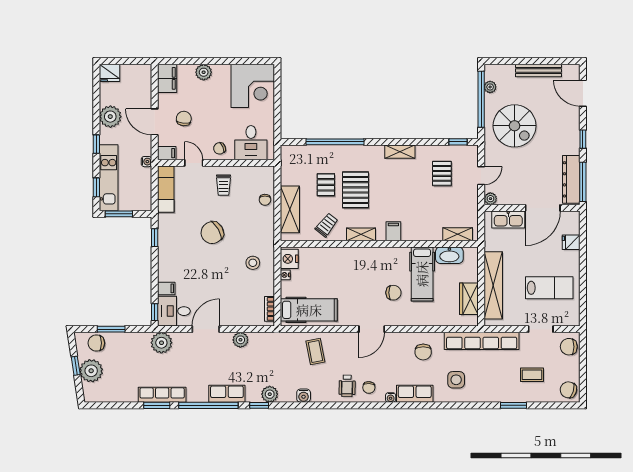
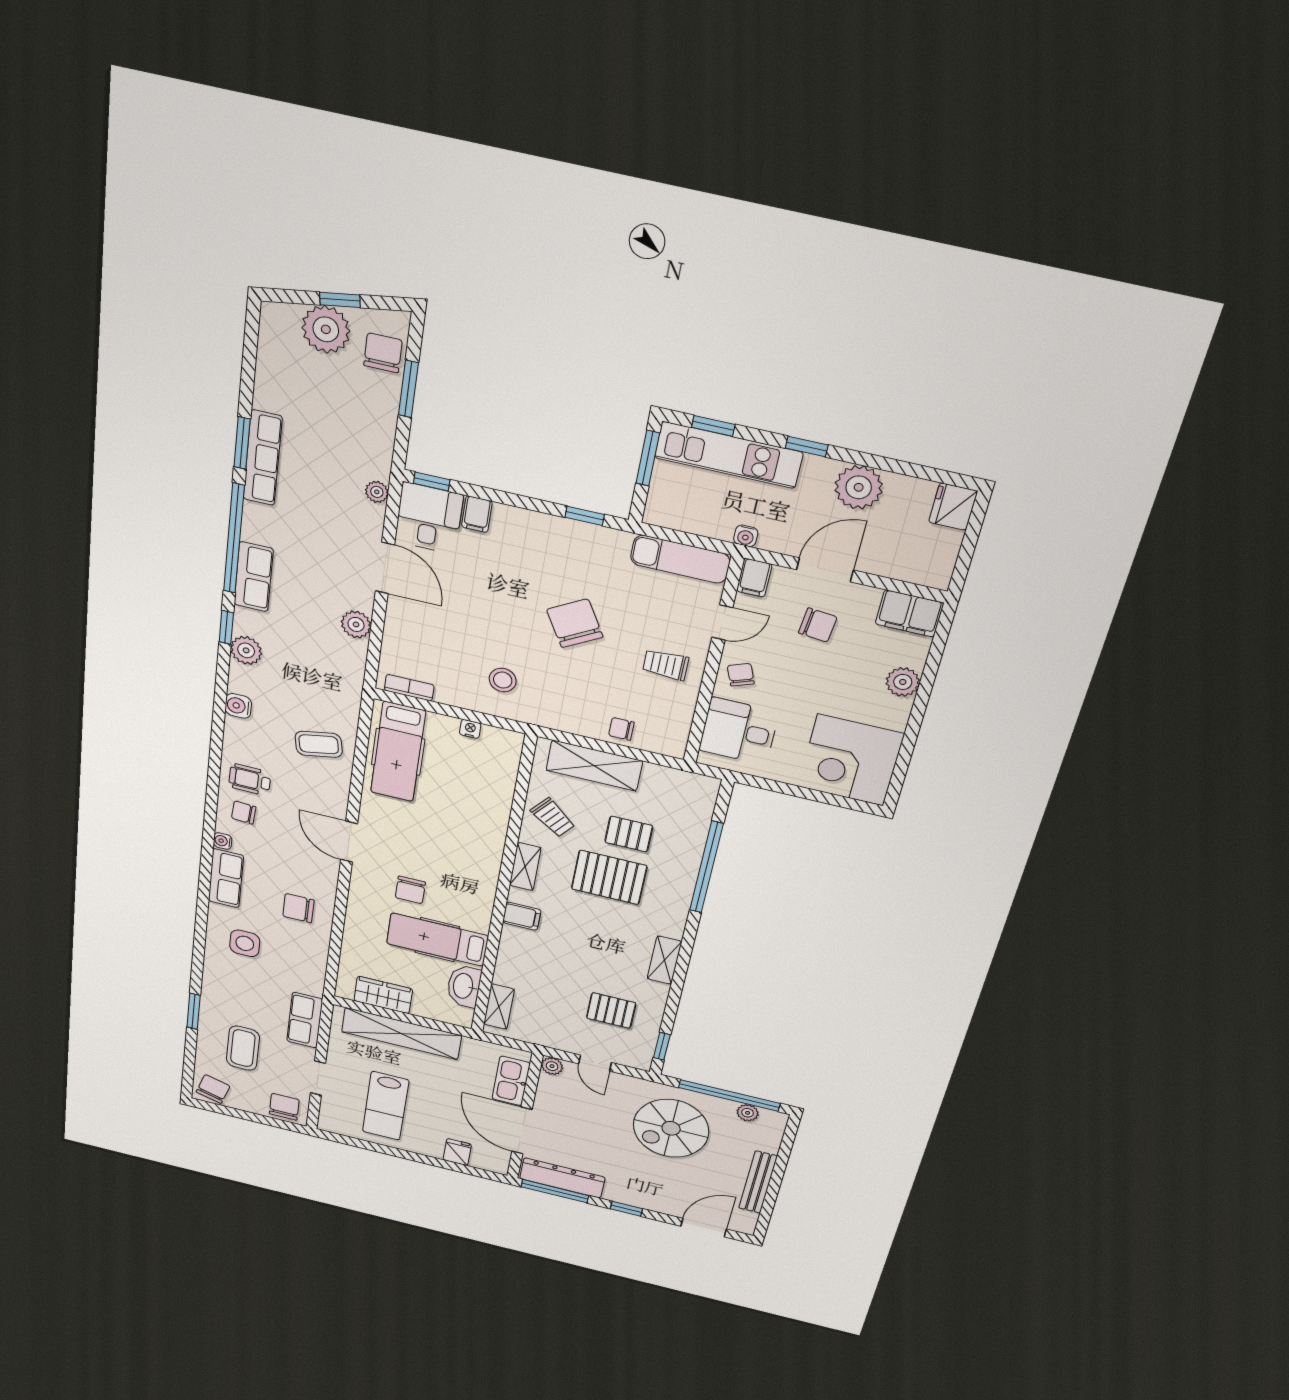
nightstand: (289, 259) -> (500, 743), removed
row of seats: (482, 341) -> (305, 1020), width x0.50
plant: (161, 343) -> (377, 492), width x0.53, depth x0.53
coffee table: (532, 375) -> (243, 1048), width x1.36, depth x1.30

